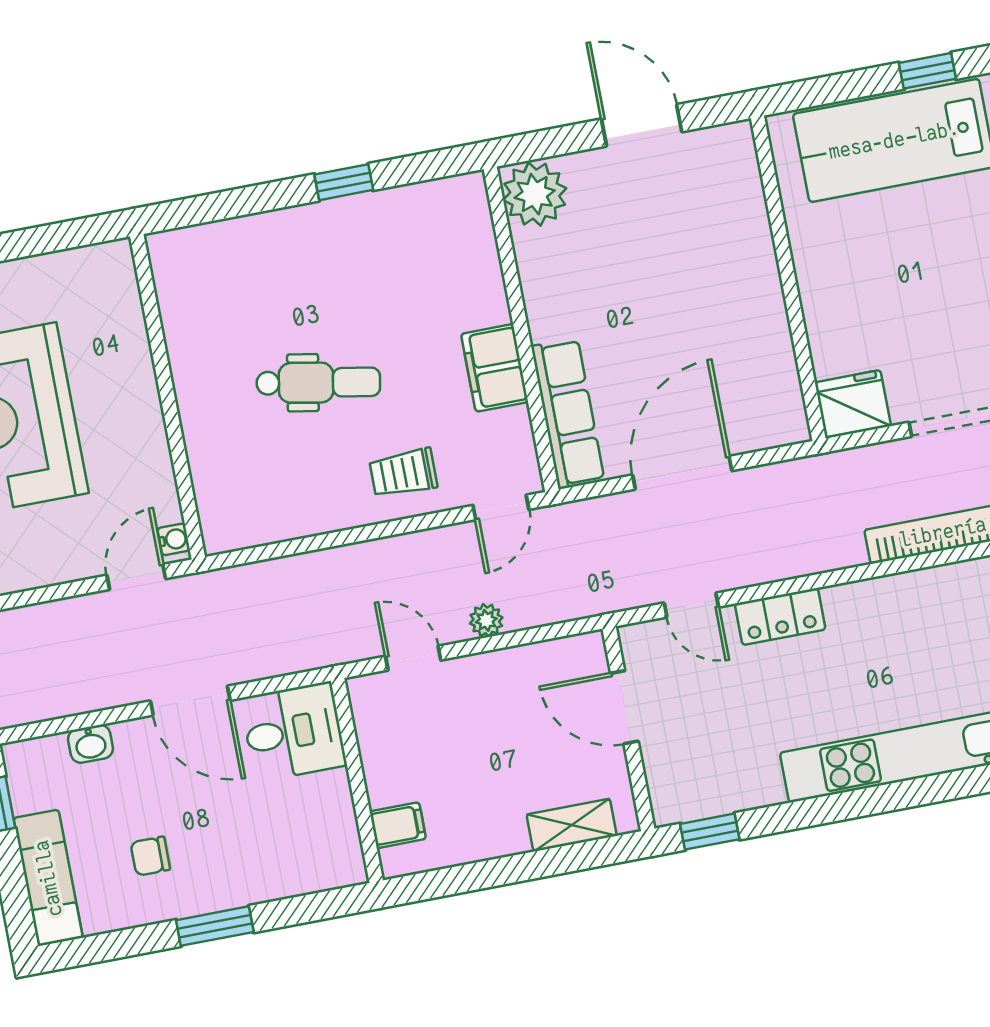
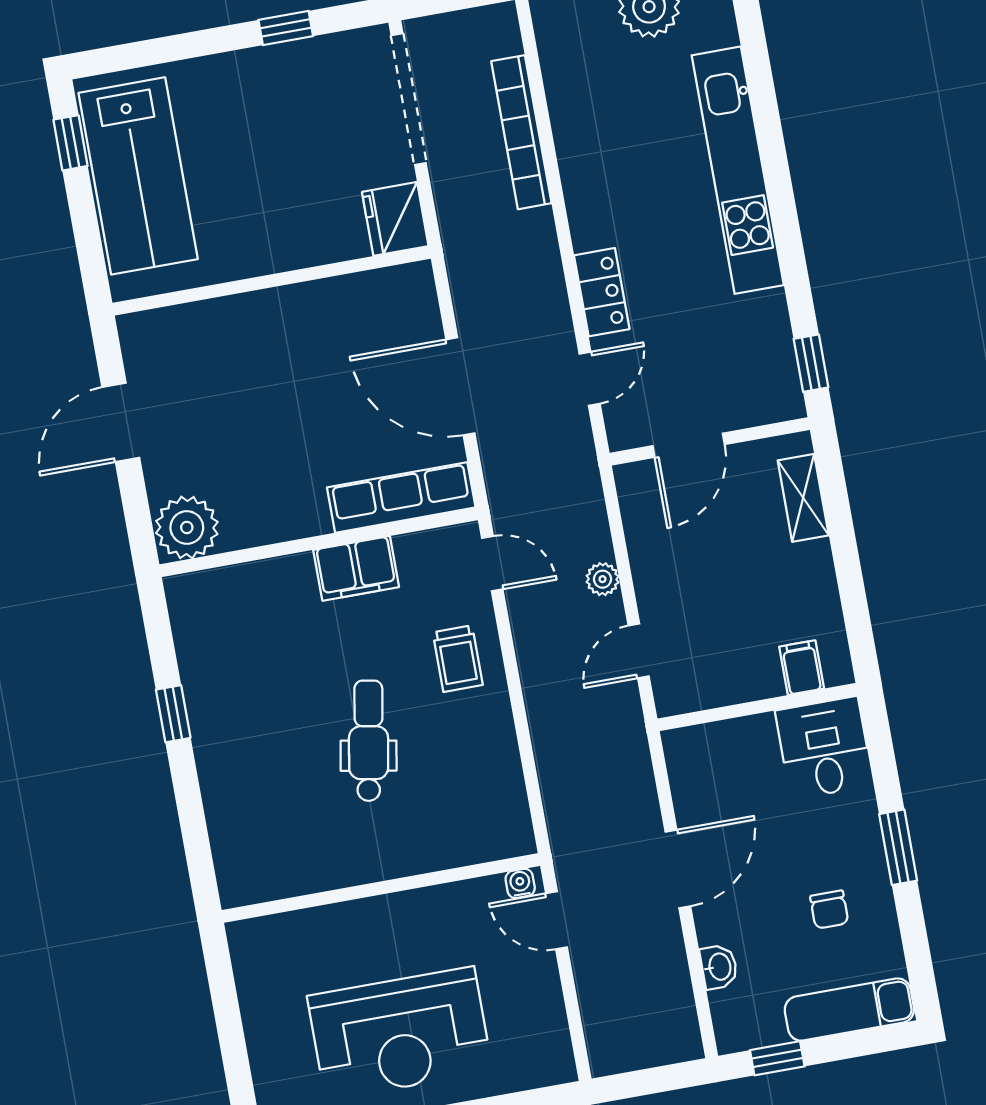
desk: (293, 732) -> (824, 748), moved

